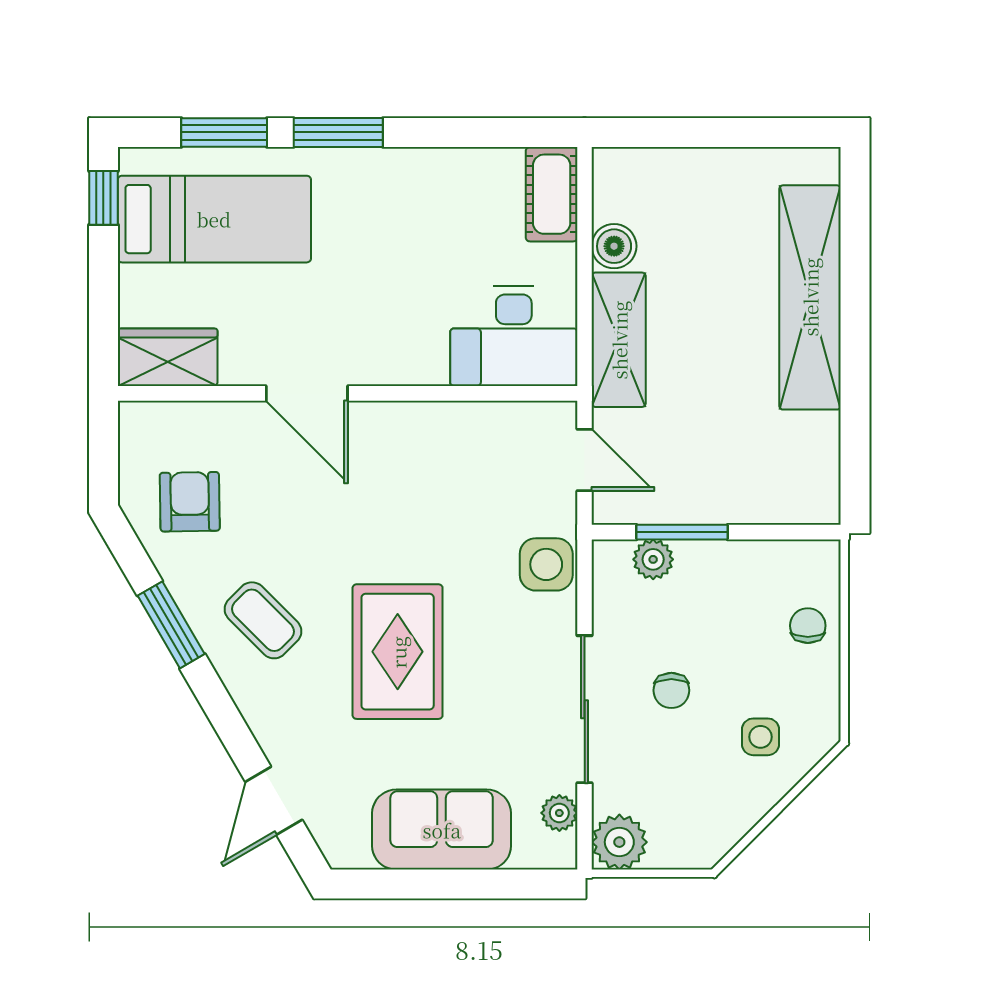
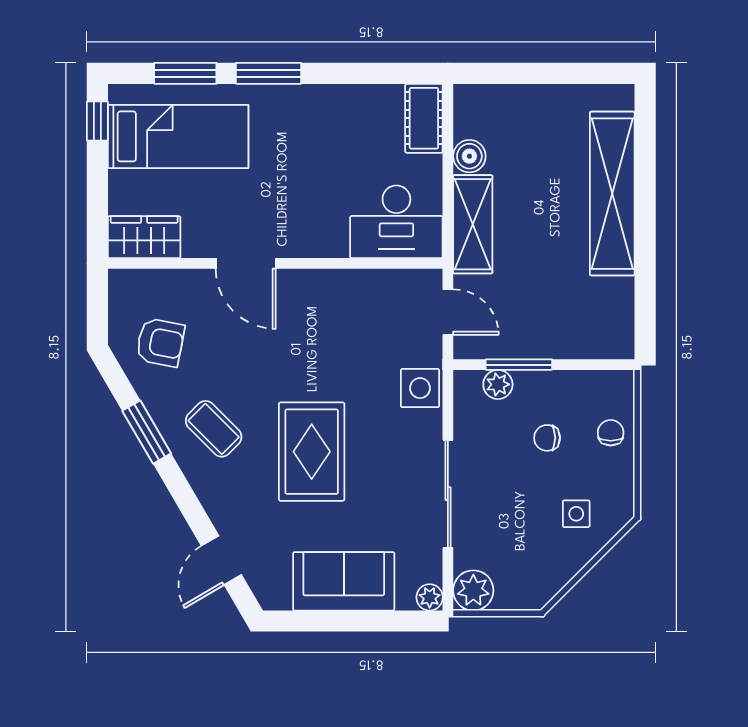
armchair: (190, 502) -> (160, 342), turned 102
chair: (671, 690) -> (547, 438), moved, turned 90
plant: (559, 813) -> (430, 597), moved

